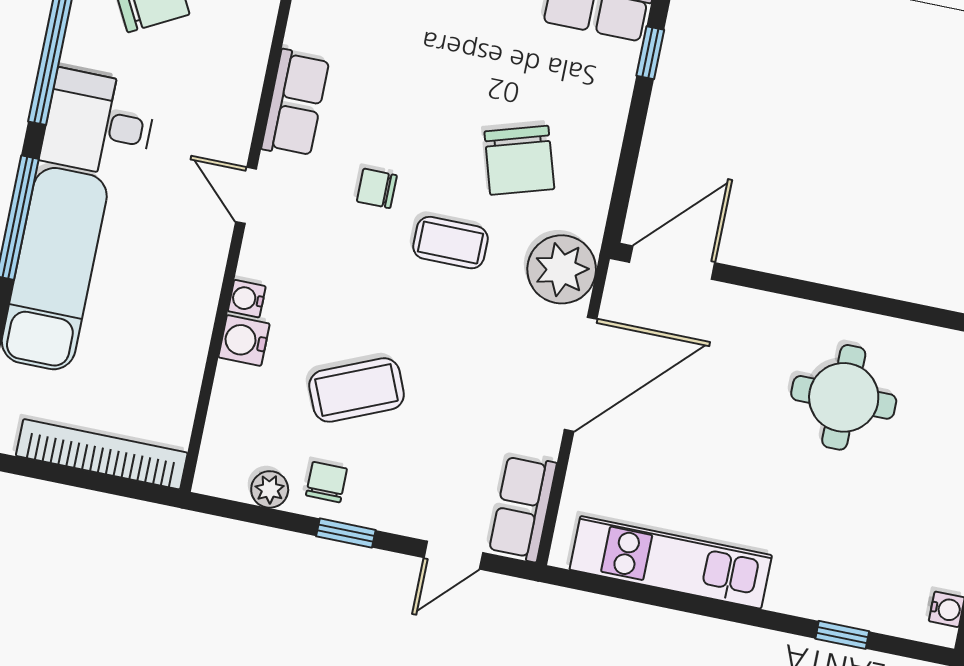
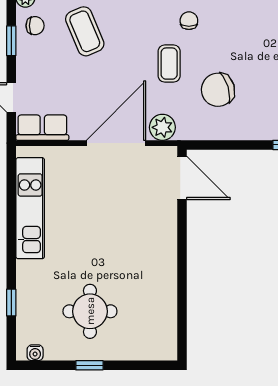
plant: (562, 269) -> (162, 127), width x0.73, depth x0.73
door: (581, 374) -> (116, 143), swing flipped
round table: (844, 397) -> (90, 311), moved

